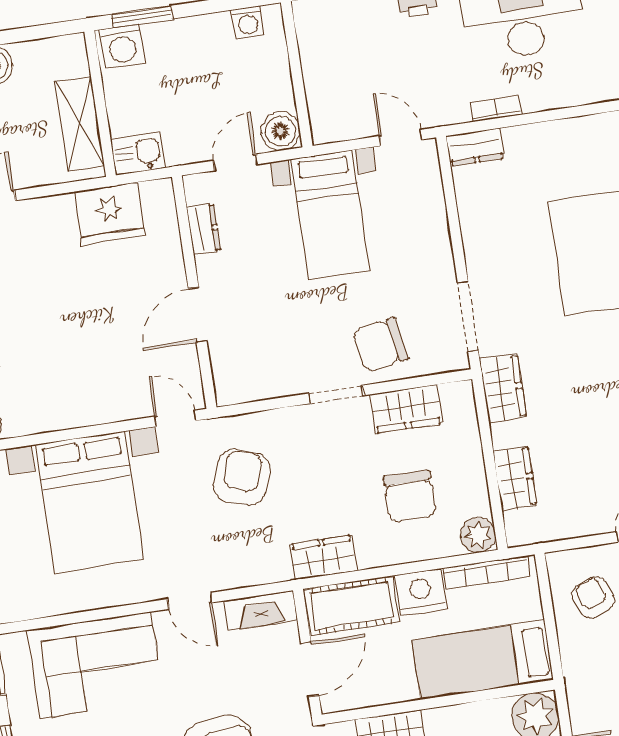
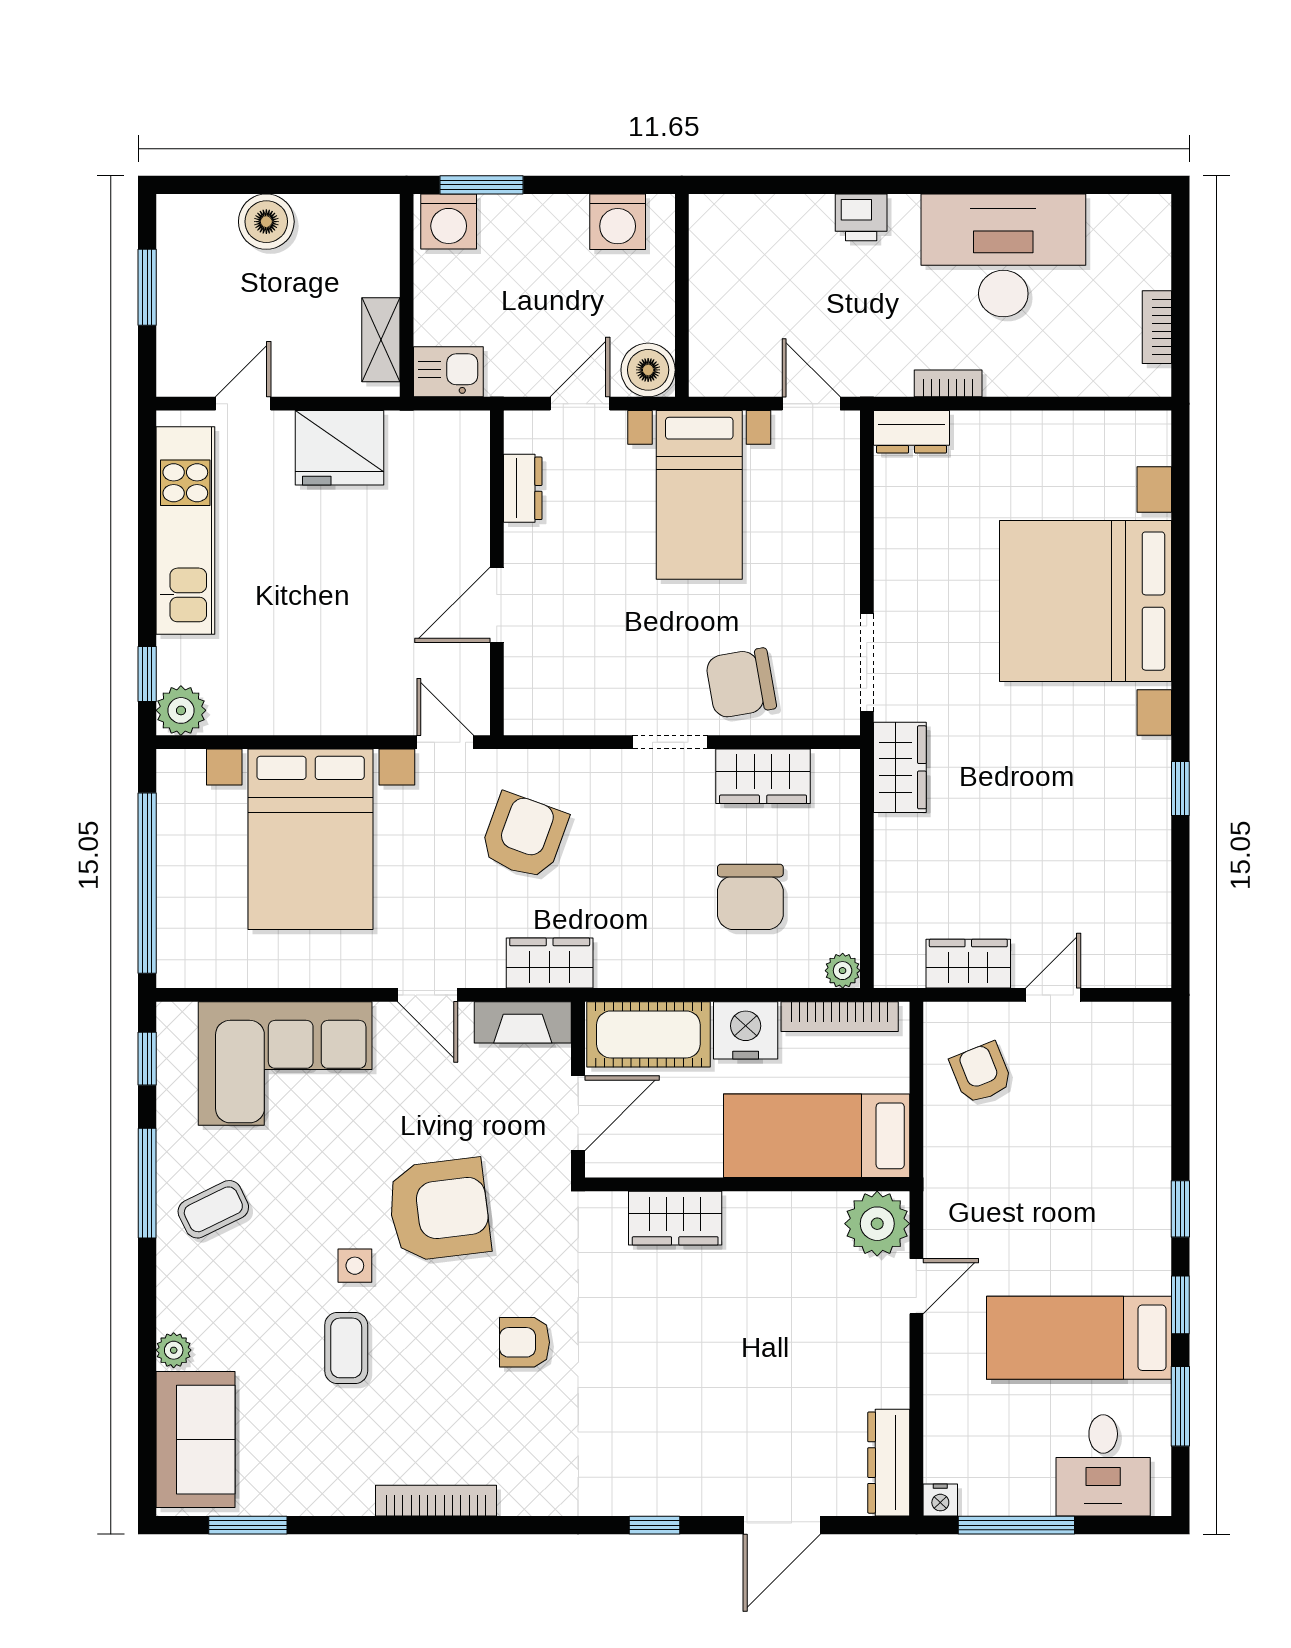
washing machine: (248, 22) -> (618, 222), width x1.38, depth x1.38
shelving: (80, 124) -> (381, 340), width x0.67, depth x0.75
fridge: (110, 213) -> (340, 448), moved
wardrobe: (515, 478) -> (968, 964), moved, turned -90
plant: (478, 535) -> (843, 971), width x0.73, depth x0.73
wardrobe: (323, 558) -> (550, 963), moved

